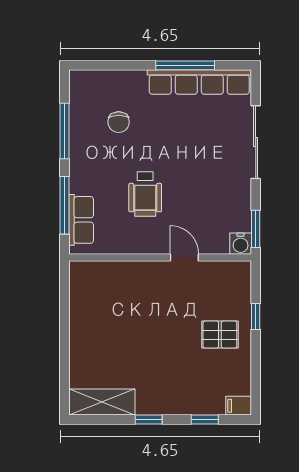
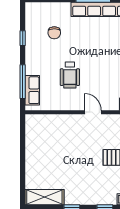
window: (65, 131) -> (23, 38), width x0.46

